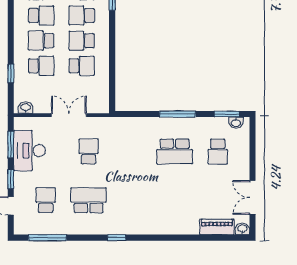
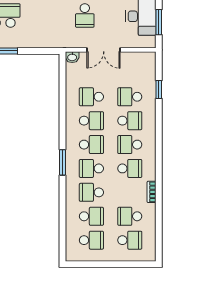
washbasin: (26, 108) -> (72, 57), moved

